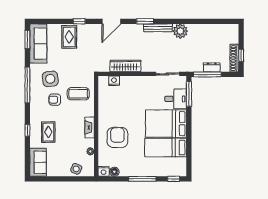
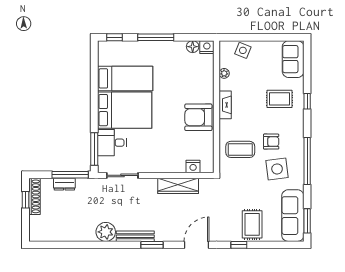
rug: (48, 132) -> (280, 99), turned 90
armchair: (117, 137) -> (198, 117), moved, turned 90

